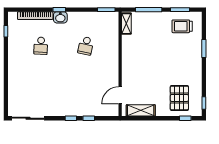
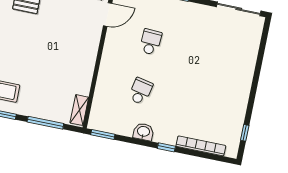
washbasin: (60, 17) -> (143, 132), moved
school desk: (41, 46) -> (151, 42), moved

